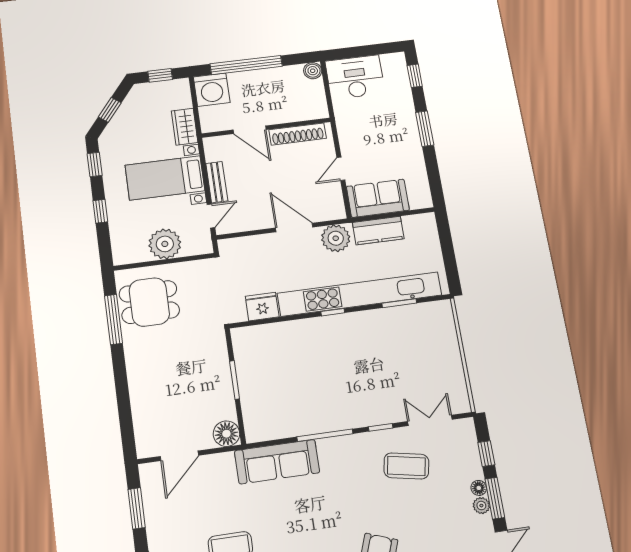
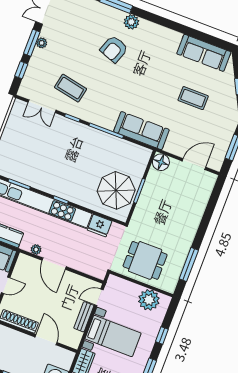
plant: (336, 238) -> (36, 249), width x0.53, depth x0.53
plant: (165, 244) -> (149, 300), moved
dining table: (149, 302) -> (145, 260), moved
parasol: (266, 364) -> (116, 190), added
floor lamp: (479, 488) -> (37, 53), removed

